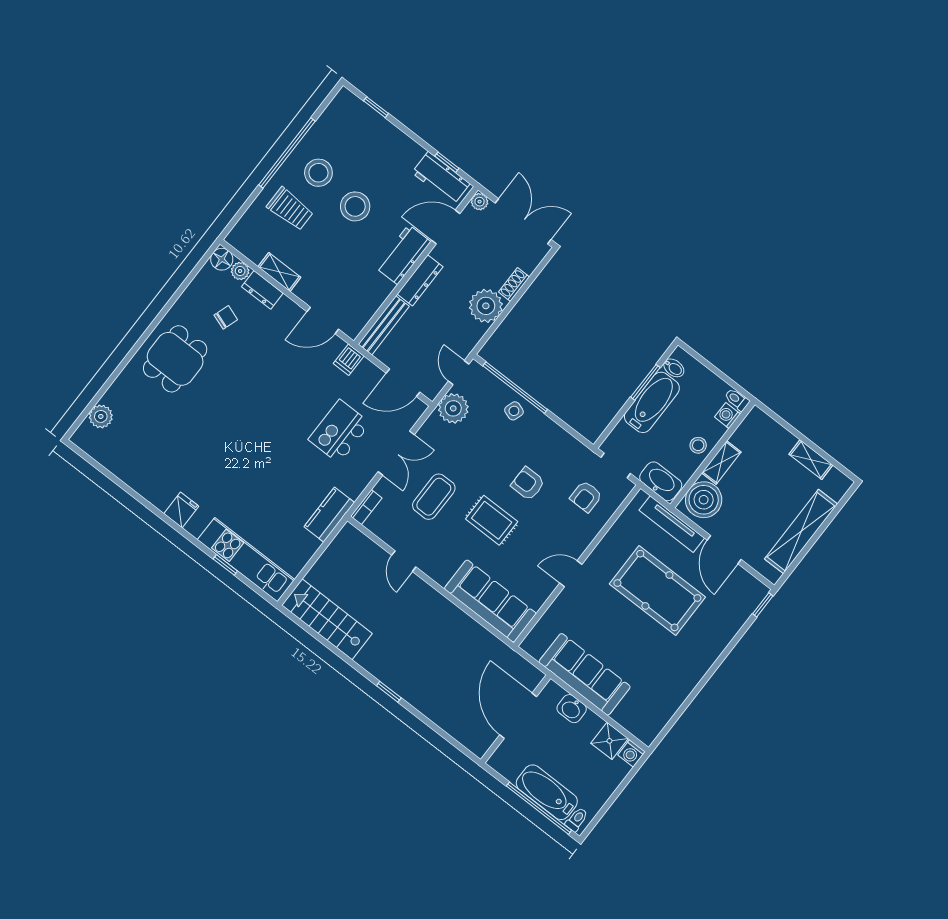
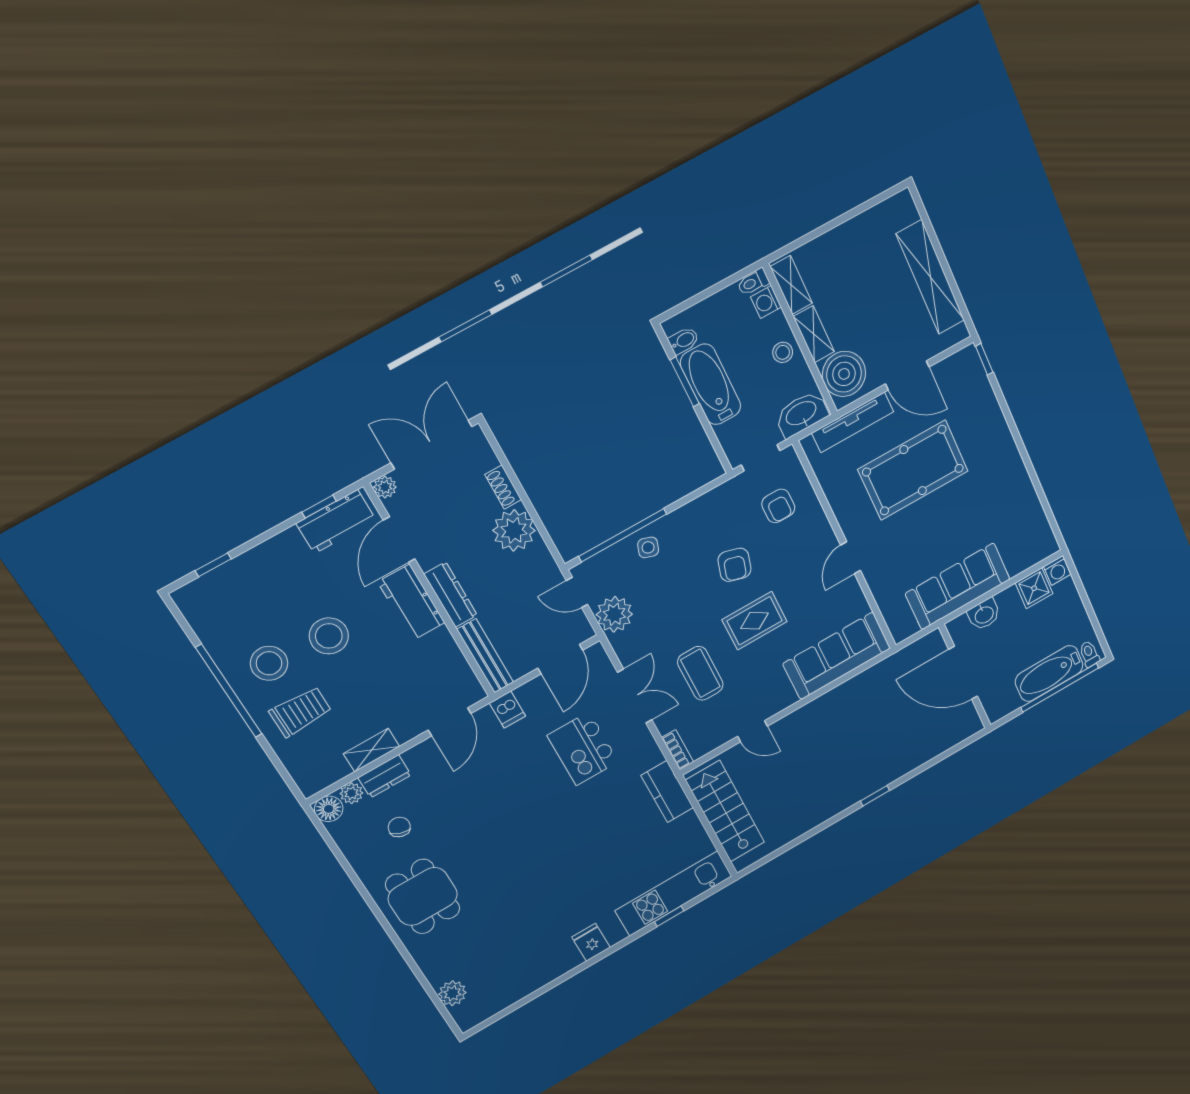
shelving: (811, 460) -> (791, 285), moved, turned 90
armchair: (528, 484) -> (734, 565), turned -74
stairs: (327, 619) -> (725, 811), moved, turned 90

